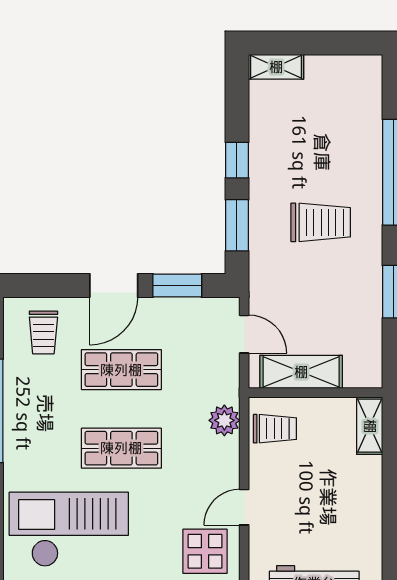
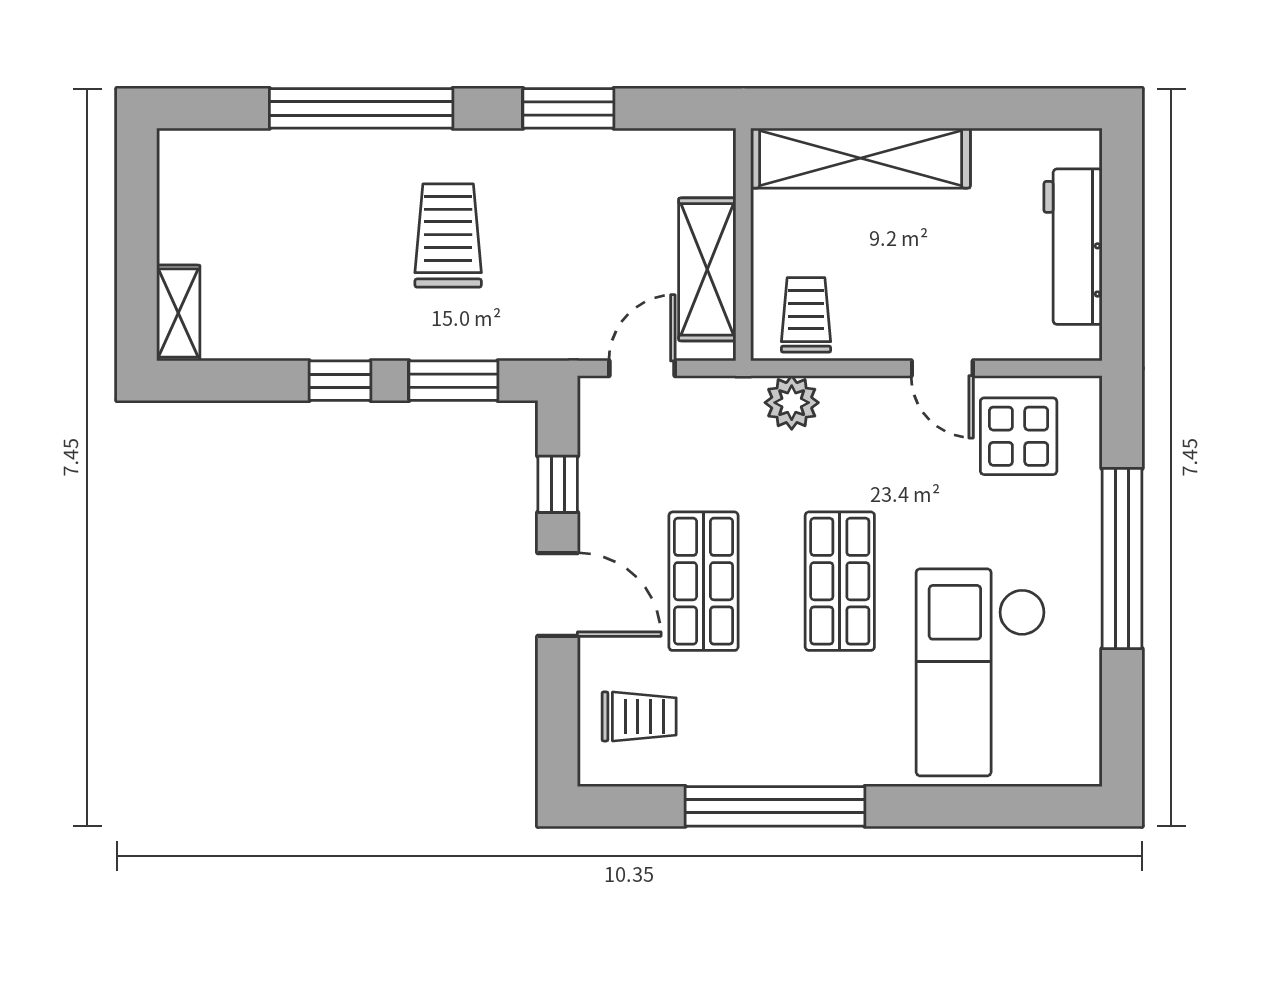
window: (177, 286) -> (558, 484), width x0.67
shelving: (370, 426) -> (861, 158), width x2.20, depth x1.33

